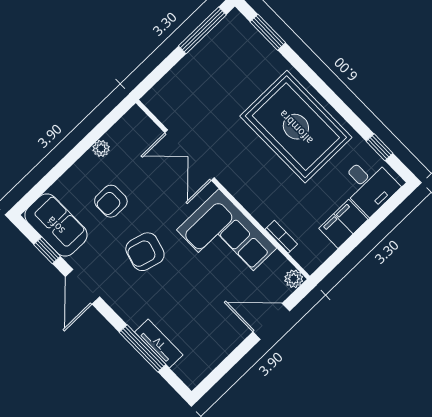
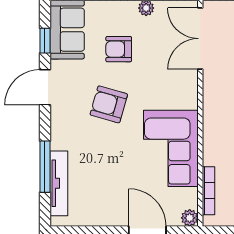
double door: (190, 155) -> (200, 39), moved
bookcase: (281, 237) -> (208, 191), width x1.56
tv unit: (159, 343) -> (59, 183), width x1.41

